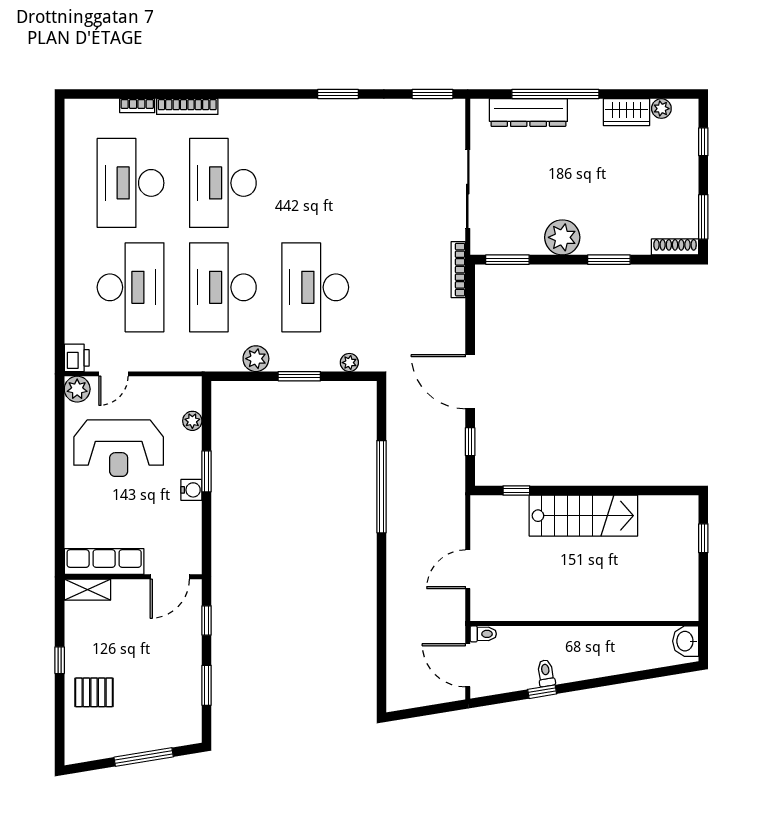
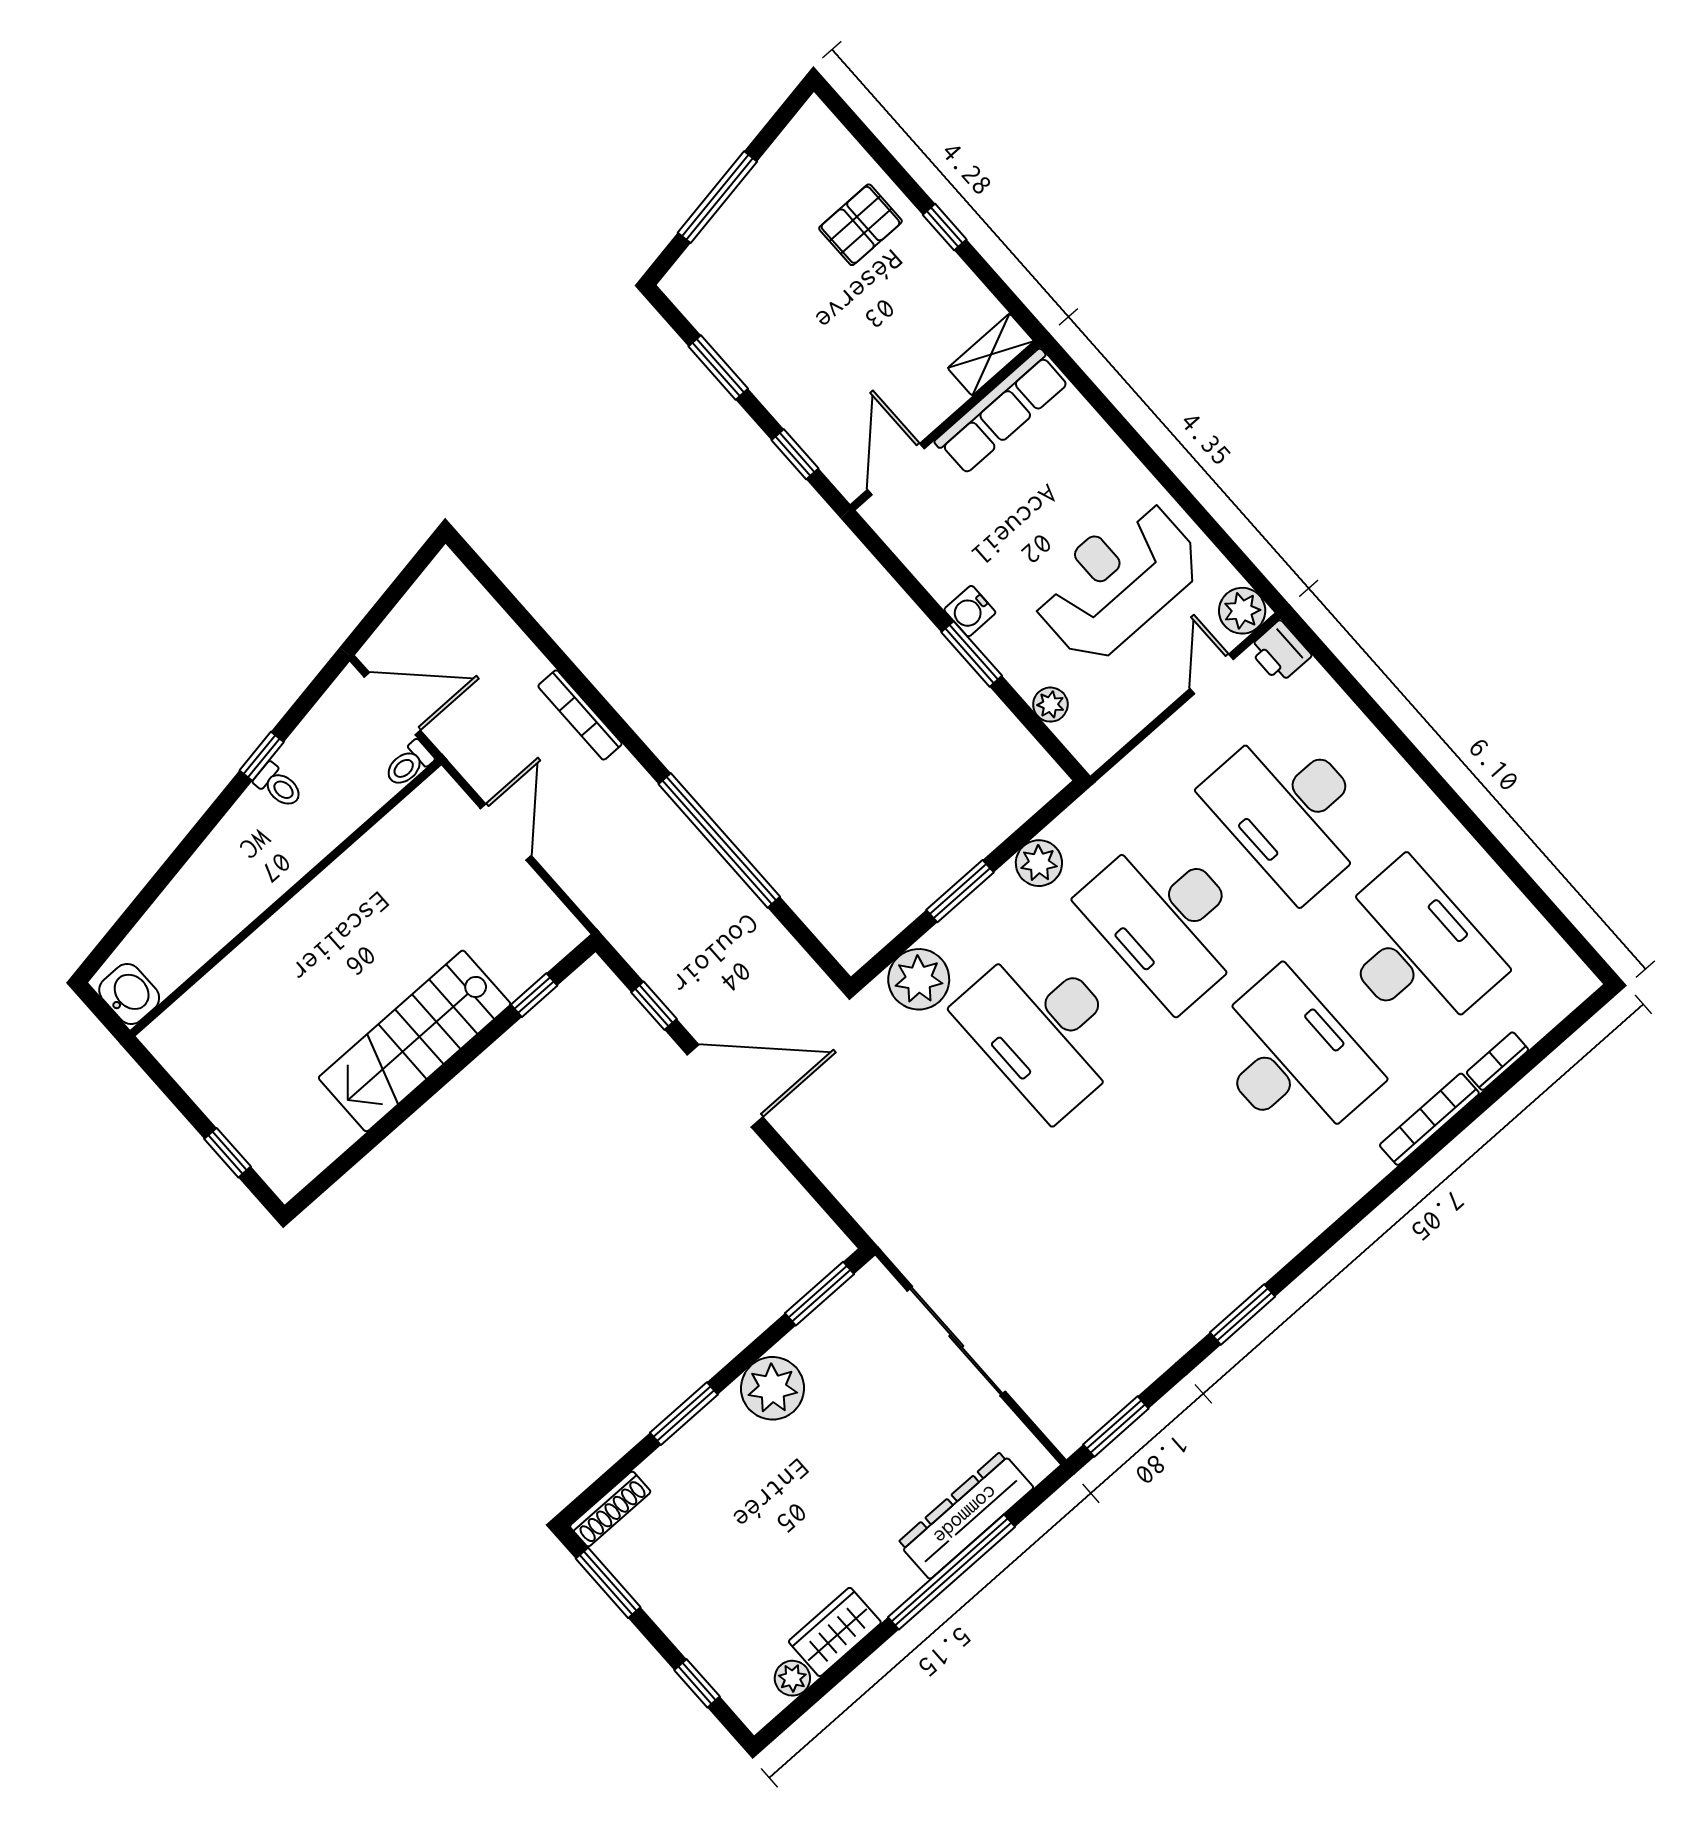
bookcase: (458, 270) -> (580, 715), moved, turned 180
desk: (223, 287) -> (1168, 920), turned 180
desk: (315, 287) -> (1044, 1029), turned 180
plant: (349, 363) -> (919, 979), width x1.88, depth x1.88

